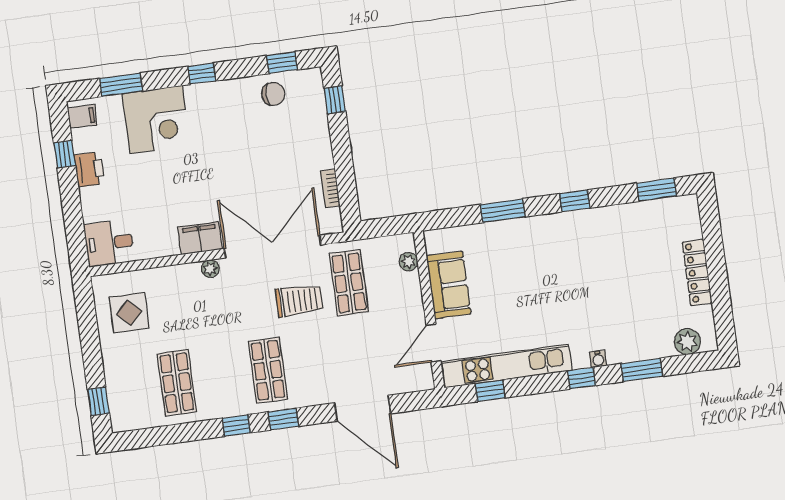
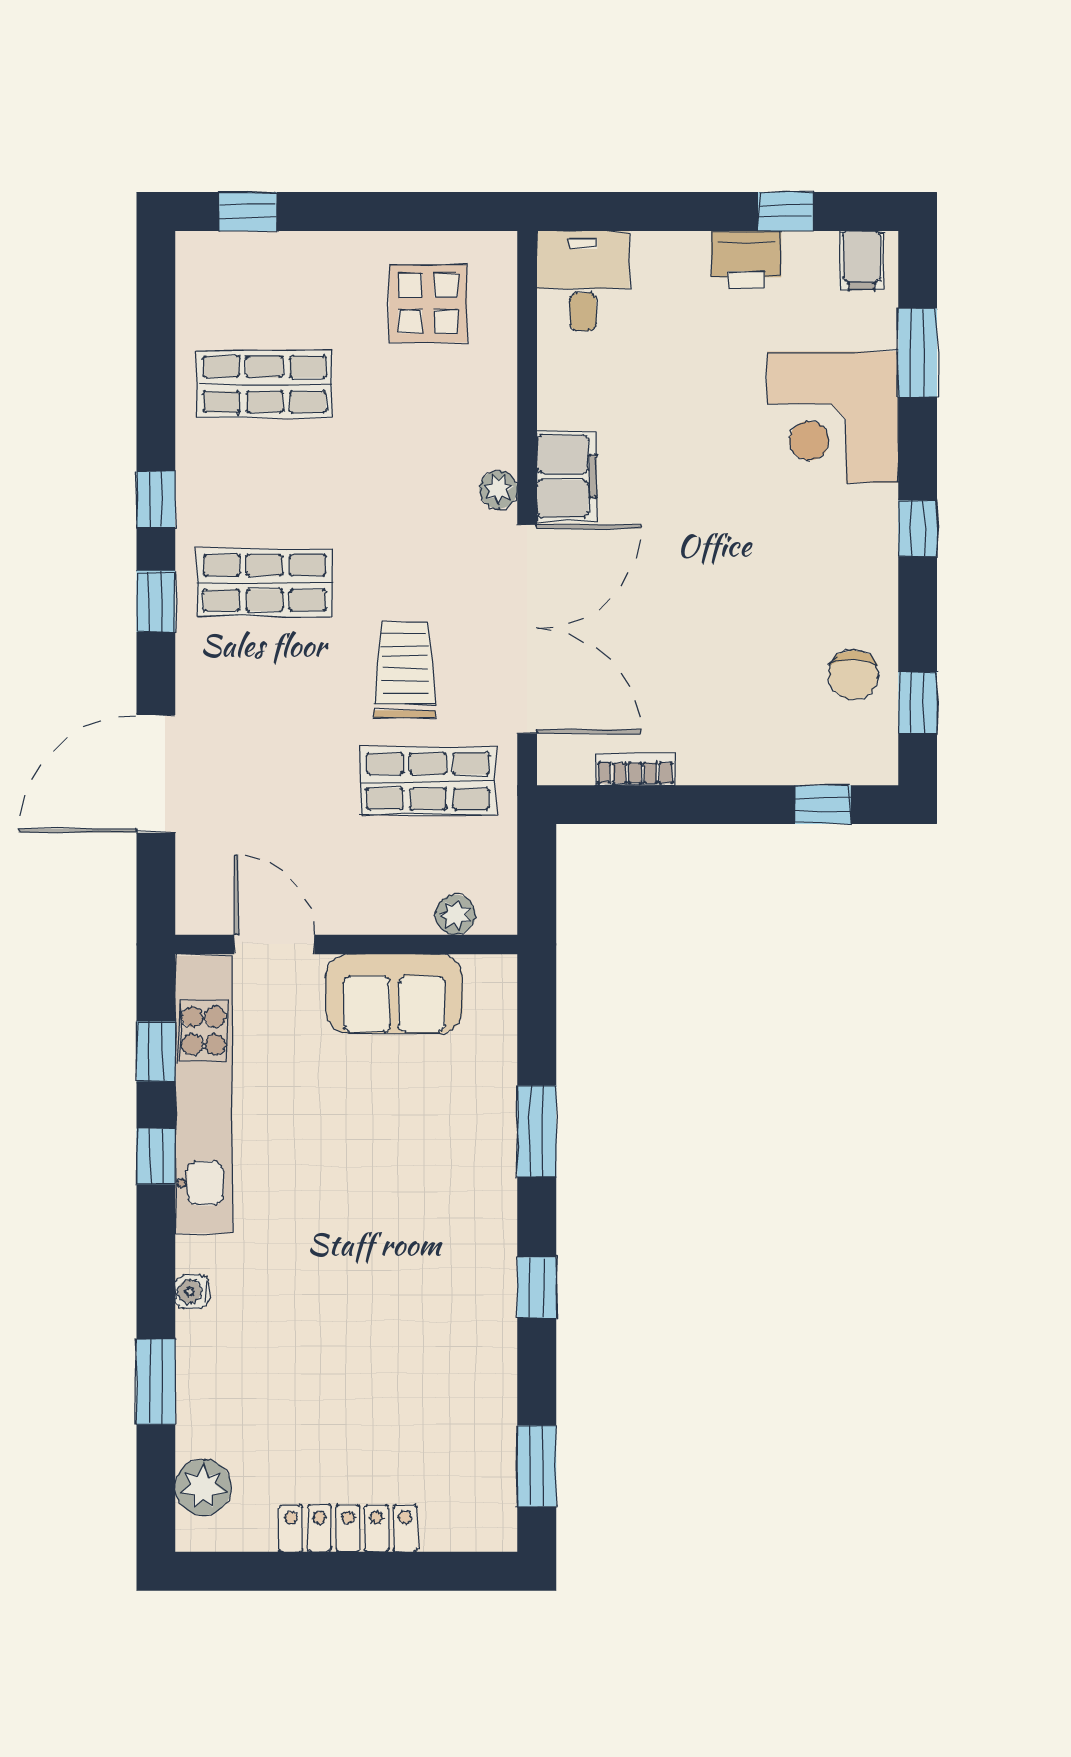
trolley: (299, 300) -> (405, 670), turned 180
window: (582, 378) -> (156, 1156), moved

